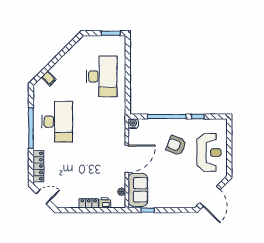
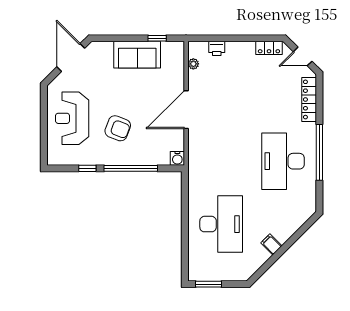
desk: (102, 76) -> (221, 224), turned 180
filing cabinet: (49, 78) -> (271, 244), moved
sofa: (138, 190) -> (137, 55), moved, turned -90
locker: (89, 203) -> (269, 48), moved

